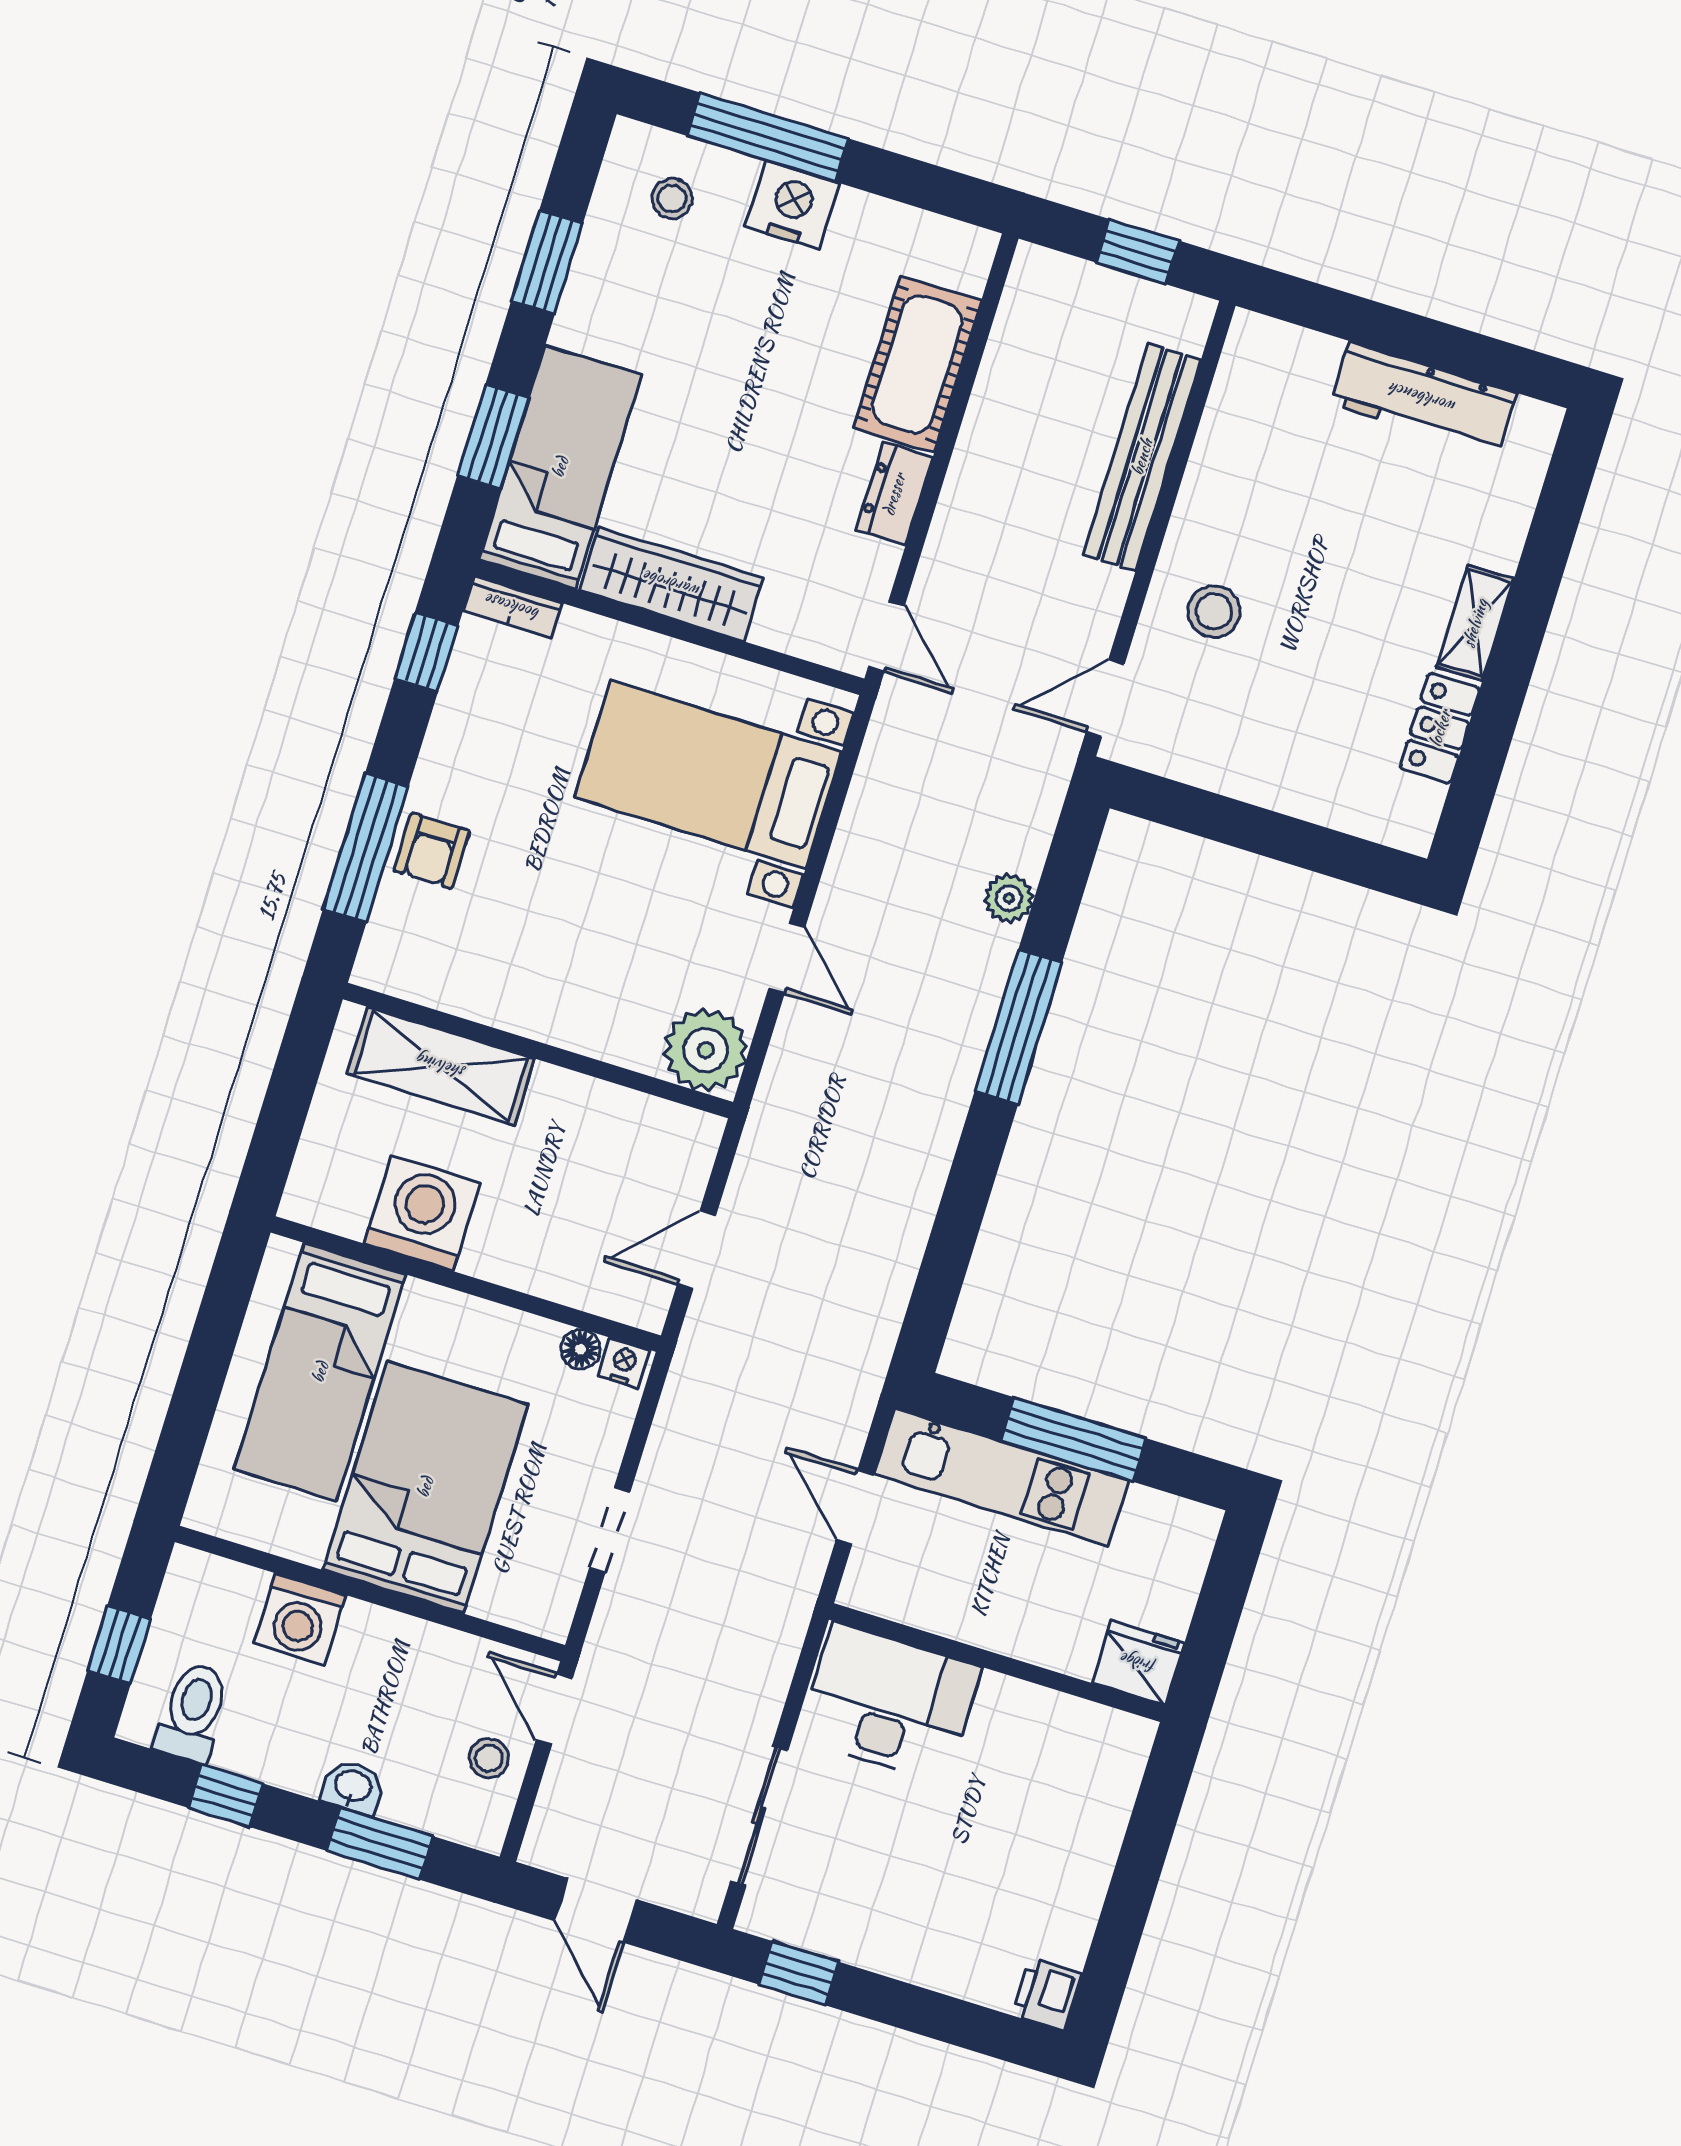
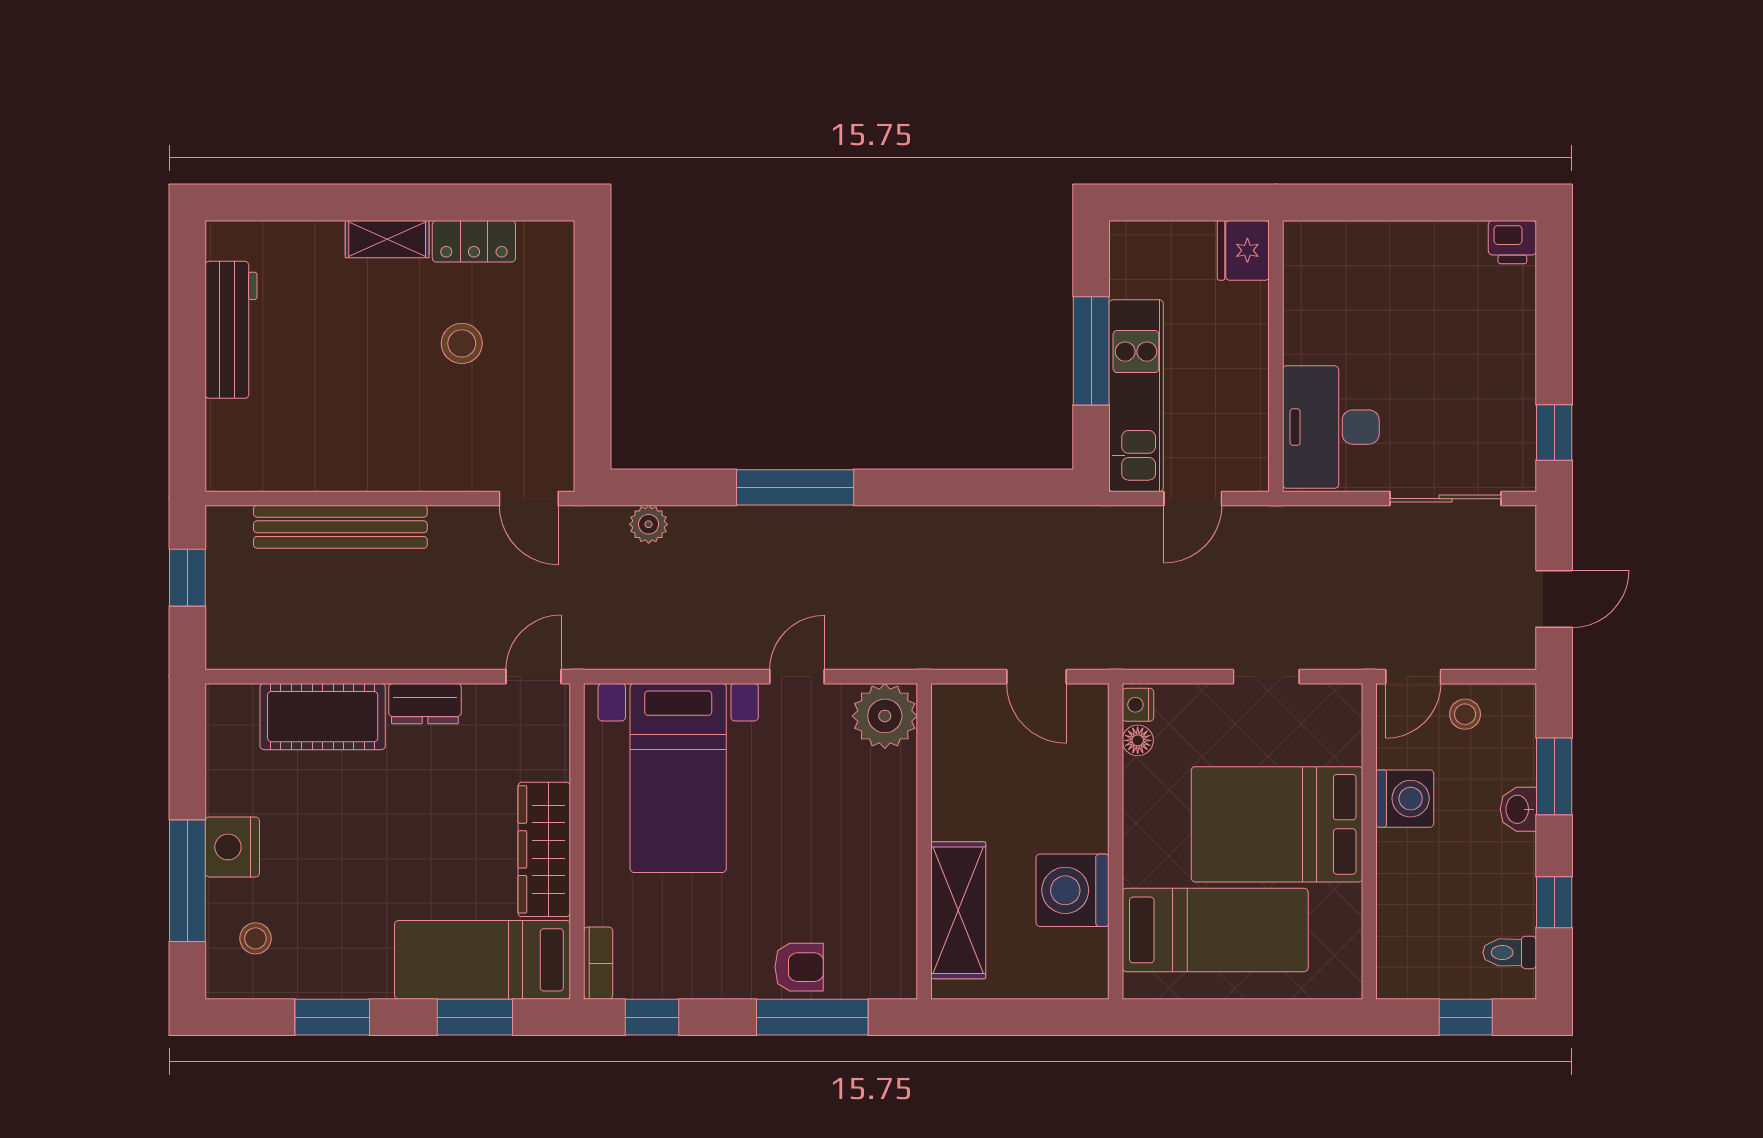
stool: (1214, 611) -> (462, 343), moved
plant: (1009, 898) -> (649, 524), moved
washing machine: (300, 1619) -> (1405, 799), moved
toilet: (193, 1712) -> (1510, 952), width x0.73, depth x0.72

